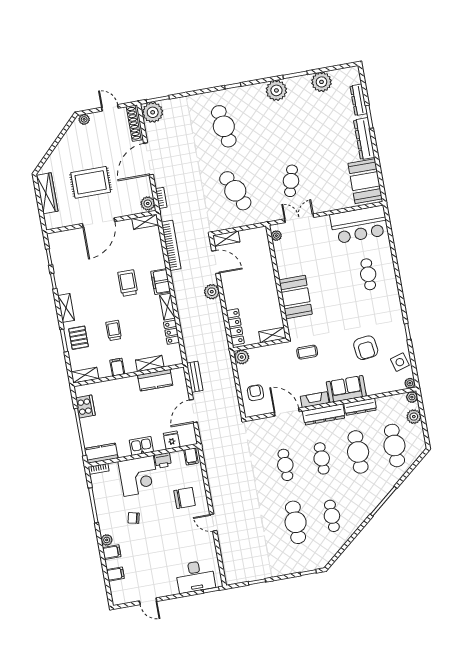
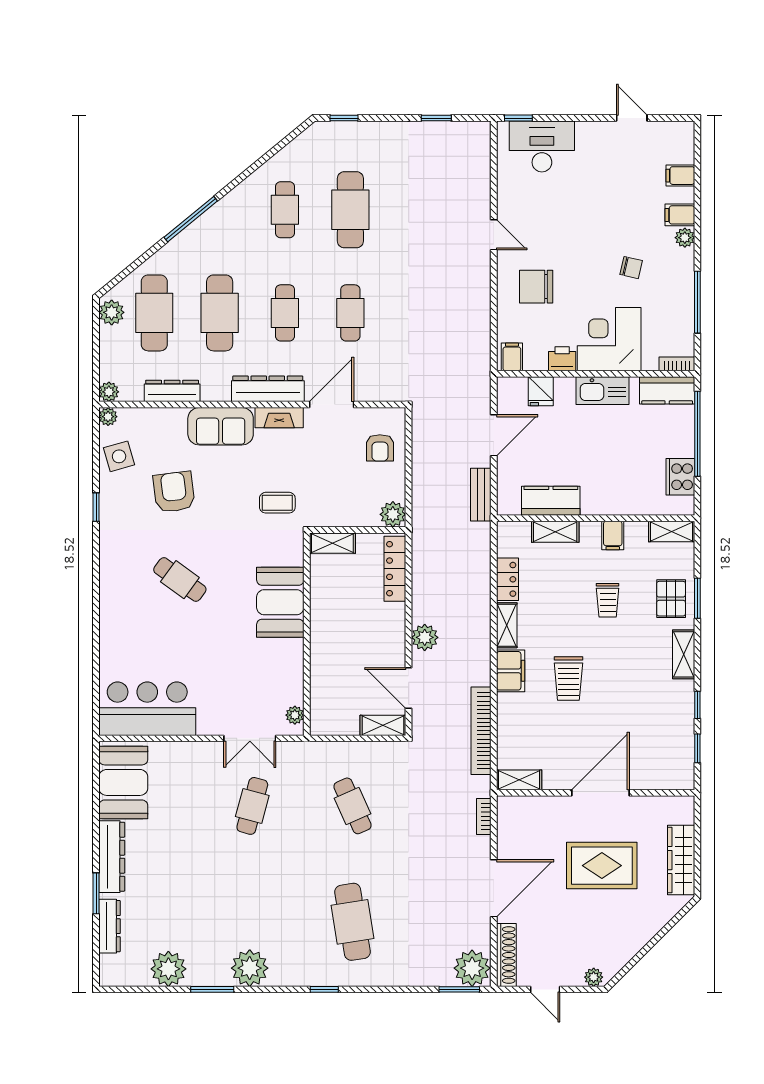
cafe table: (235, 191) -> (353, 806), width x0.73, depth x0.74
plant: (148, 203) -> (509, 811), removed
cafe table: (368, 274) -> (180, 580), moved, turned -54
dresser: (360, 407) -> (172, 391), moved
door: (287, 412) -> (332, 405), swing flipped
plant: (414, 417) -> (112, 312), moved
kitchen sink: (141, 446) -> (603, 391), width x1.38

